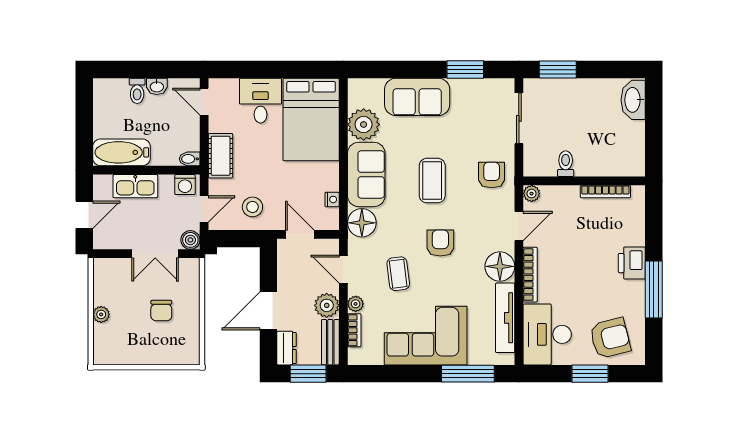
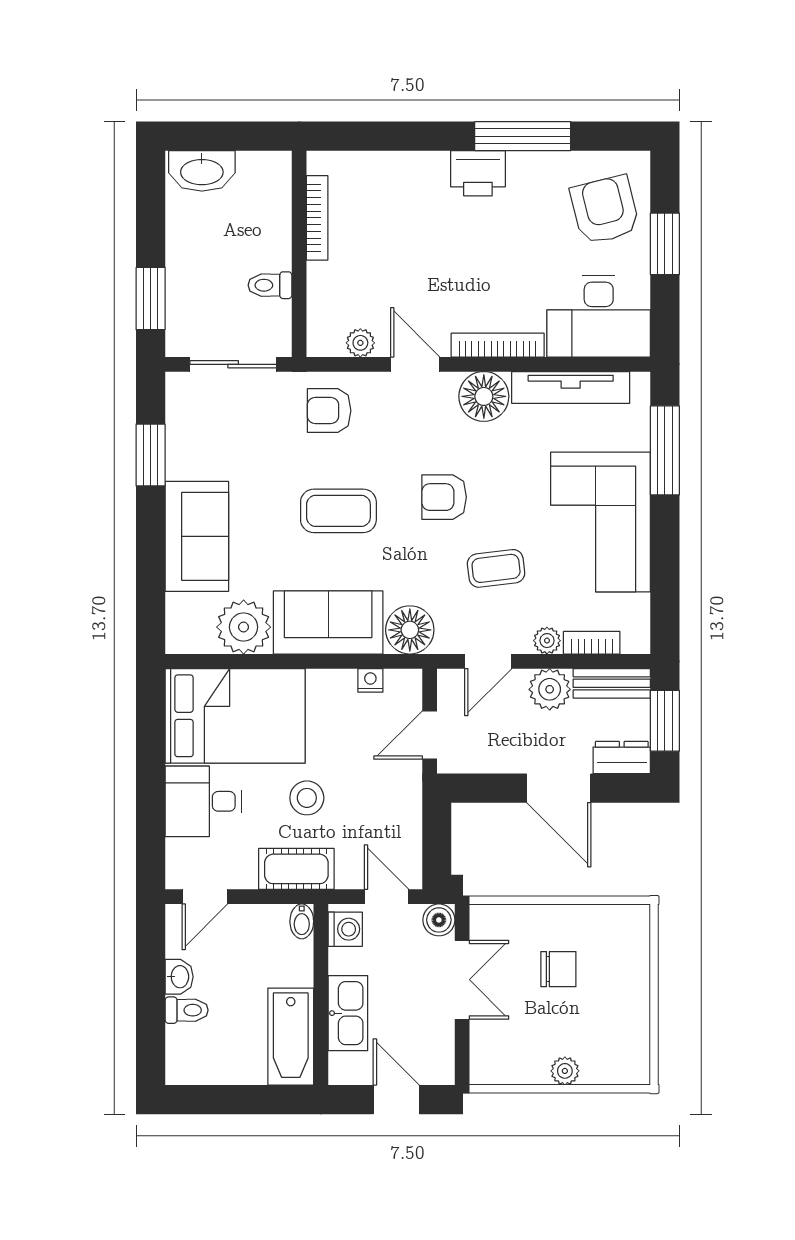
toilet: (566, 164) -> (270, 285), moved
wall: (584, 181) -> (299, 254), moved
bookcase: (605, 192) -> (317, 218), moved
stool: (252, 207) -> (307, 798), moved

